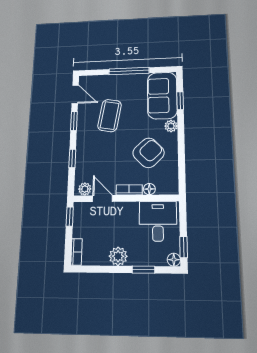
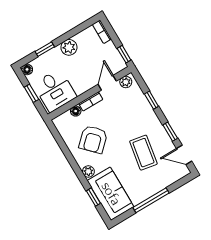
door: (102, 199) -> (107, 83), swing flipped
window: (184, 247) -> (31, 93), moved

